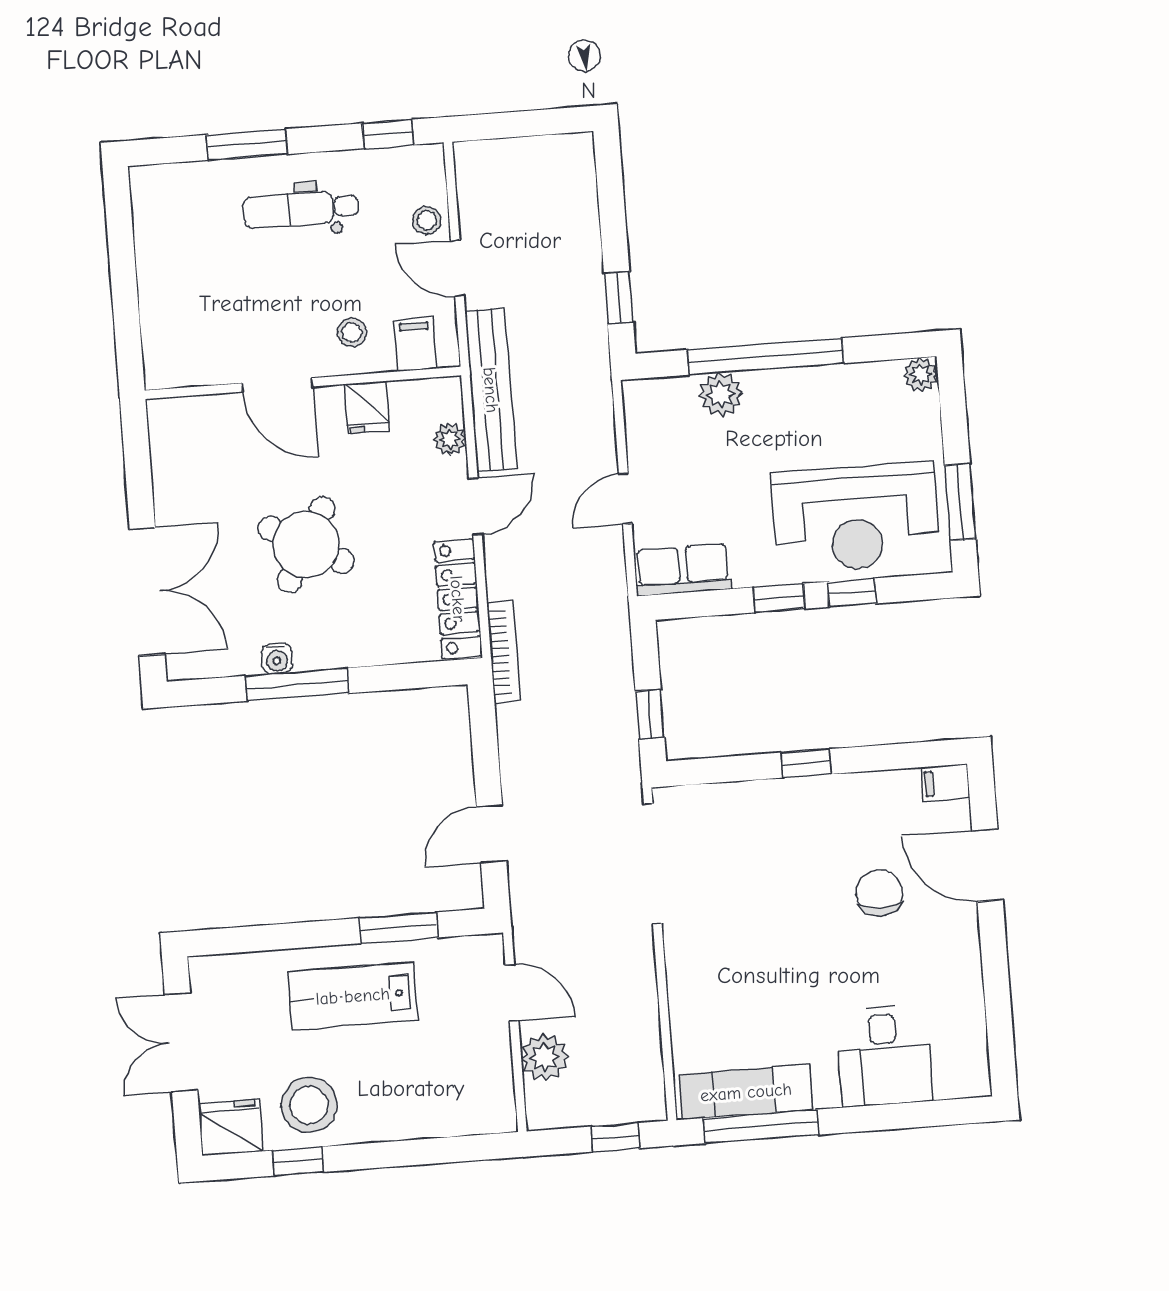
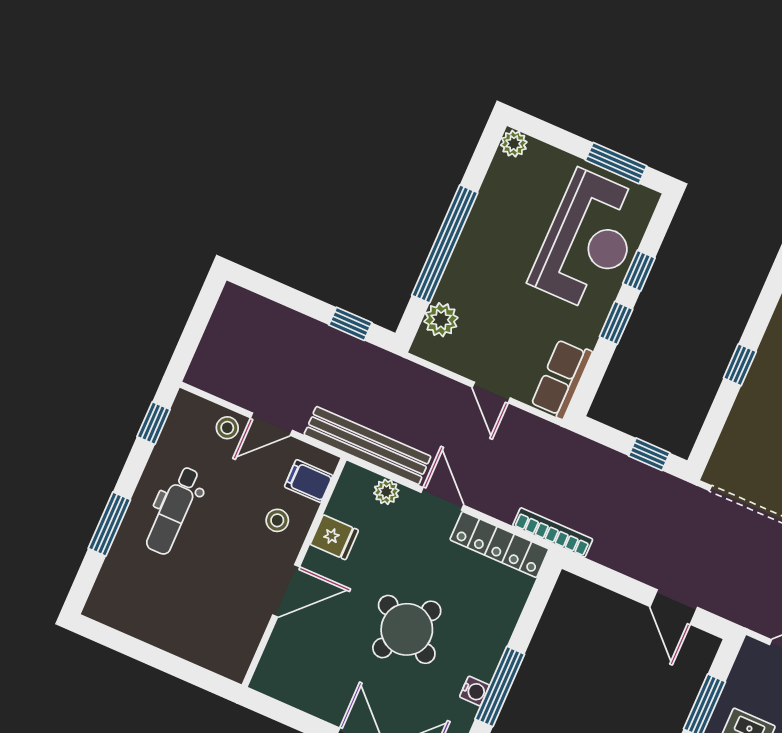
plant: (721, 394) -> (441, 320), moved

